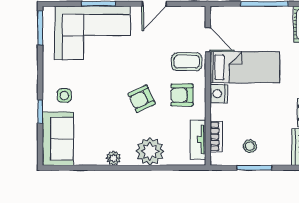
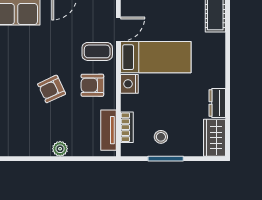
door: (208, 40) -> (118, 29), hinge flipped
plant: (150, 151) -> (60, 149), width x0.53, depth x0.53
plant: (113, 158) -> (23, 149), removed

